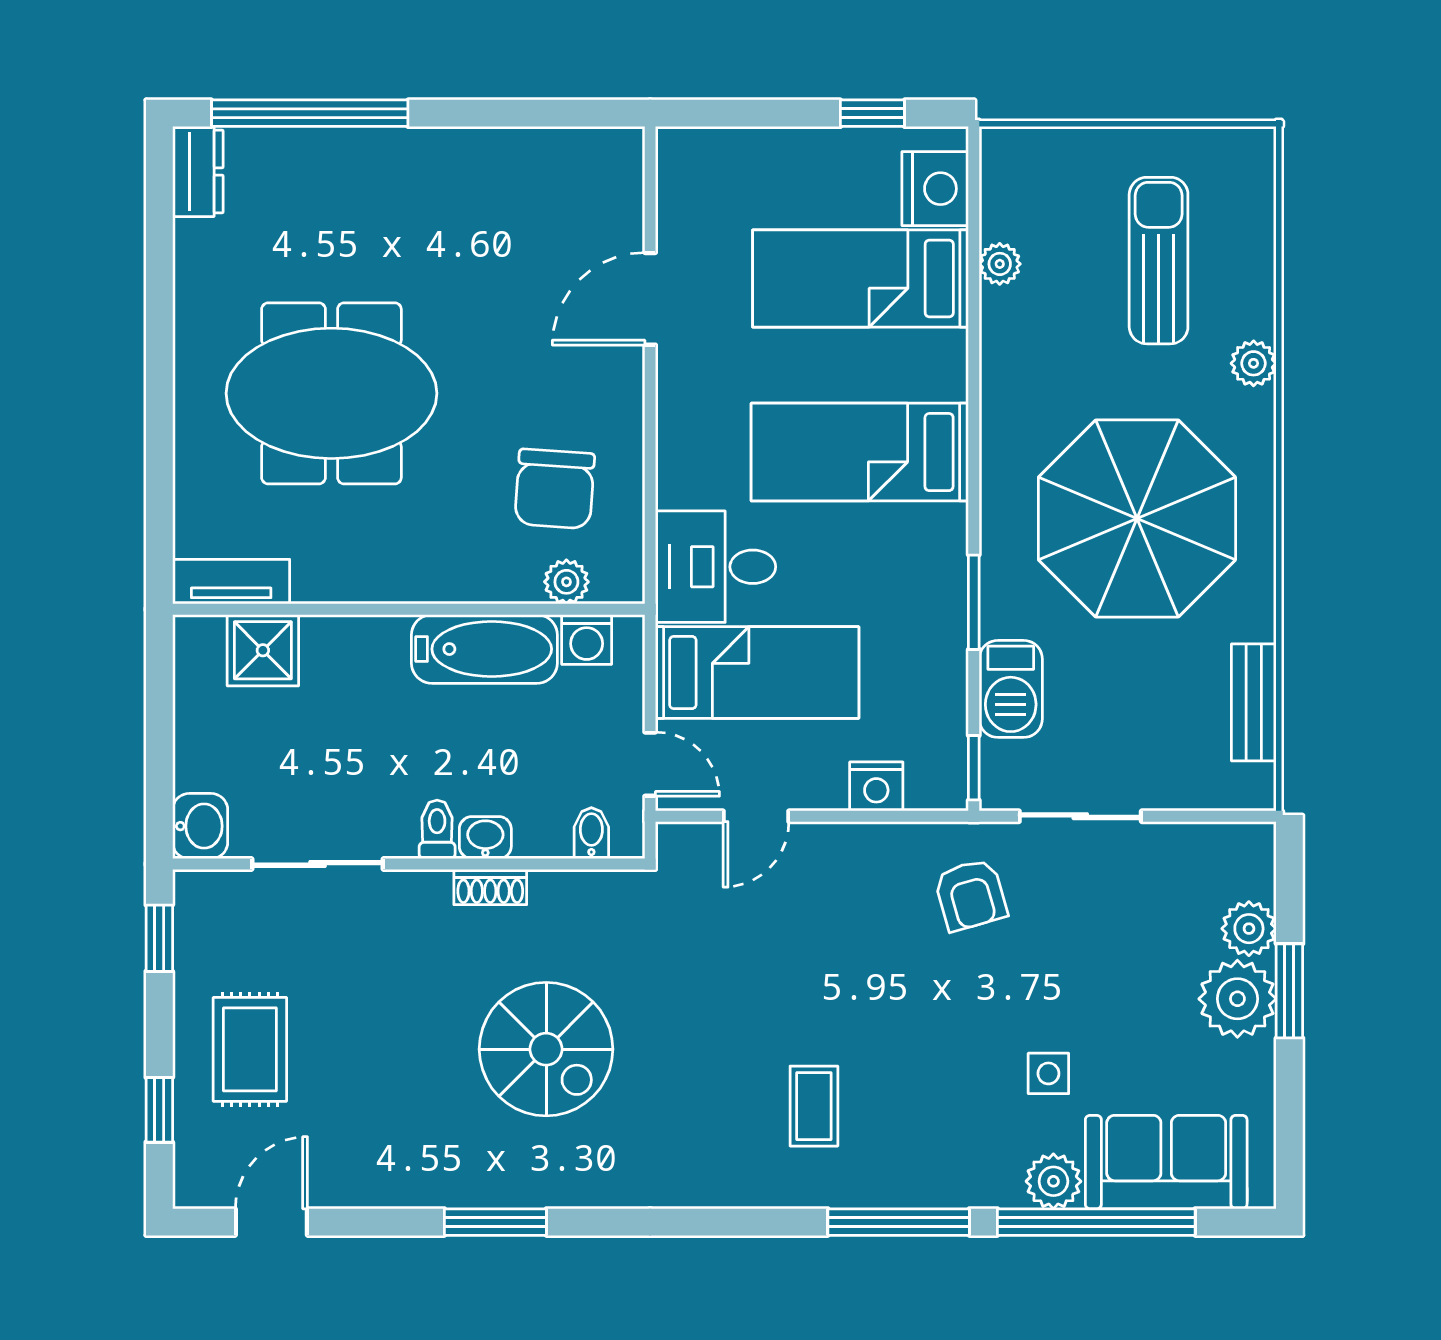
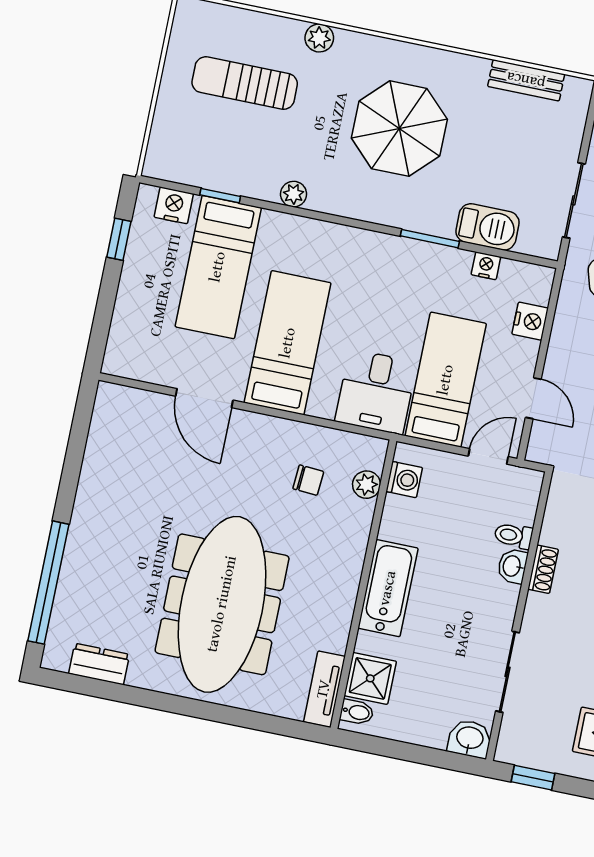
dresser: (198, 171) -> (99, 664), moved
nightstand: (935, 189) -> (174, 205), width x0.74, depth x0.75
plant: (1000, 264) -> (294, 194), moved
meeting table: (331, 393) -> (222, 604), width x1.36
bed: (860, 452) -> (288, 343), moved, turned 180
chair: (555, 489) -> (308, 480), width x0.54, depth x0.54
parasol: (1137, 519) -> (399, 129), width x0.73, depth x0.73
bathtub: (484, 649) -> (388, 588), moved
nightstand: (949, 699) -> (486, 266), added
window: (974, 768) -> (220, 196), moved
toilet: (437, 829) -> (513, 536), moved
bidet: (591, 833) -> (357, 712), moved, turned 180

